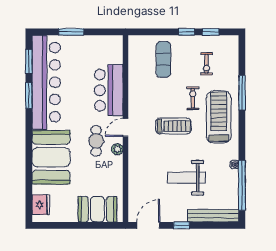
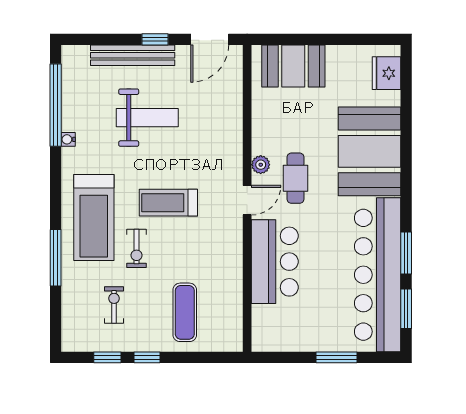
bench: (213, 216) -> (133, 55), moved

